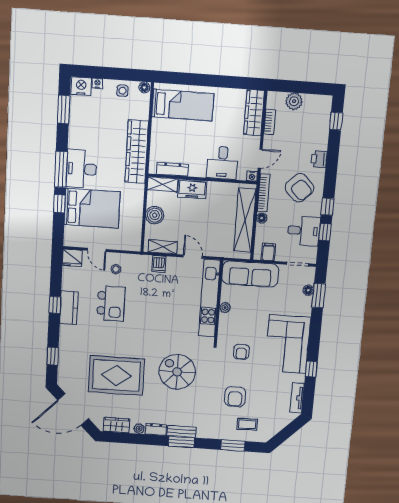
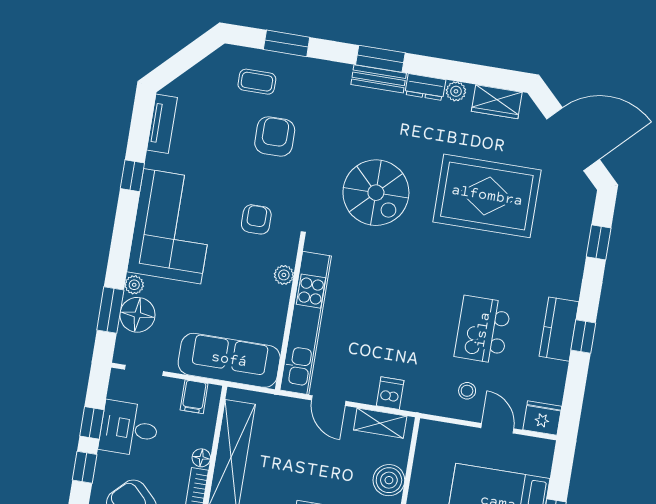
floor lamp: (308, 290) -> (137, 315), width x1.89, depth x1.89
plant: (225, 308) -> (284, 275), moved
plant: (306, 311) -> (134, 285), added

